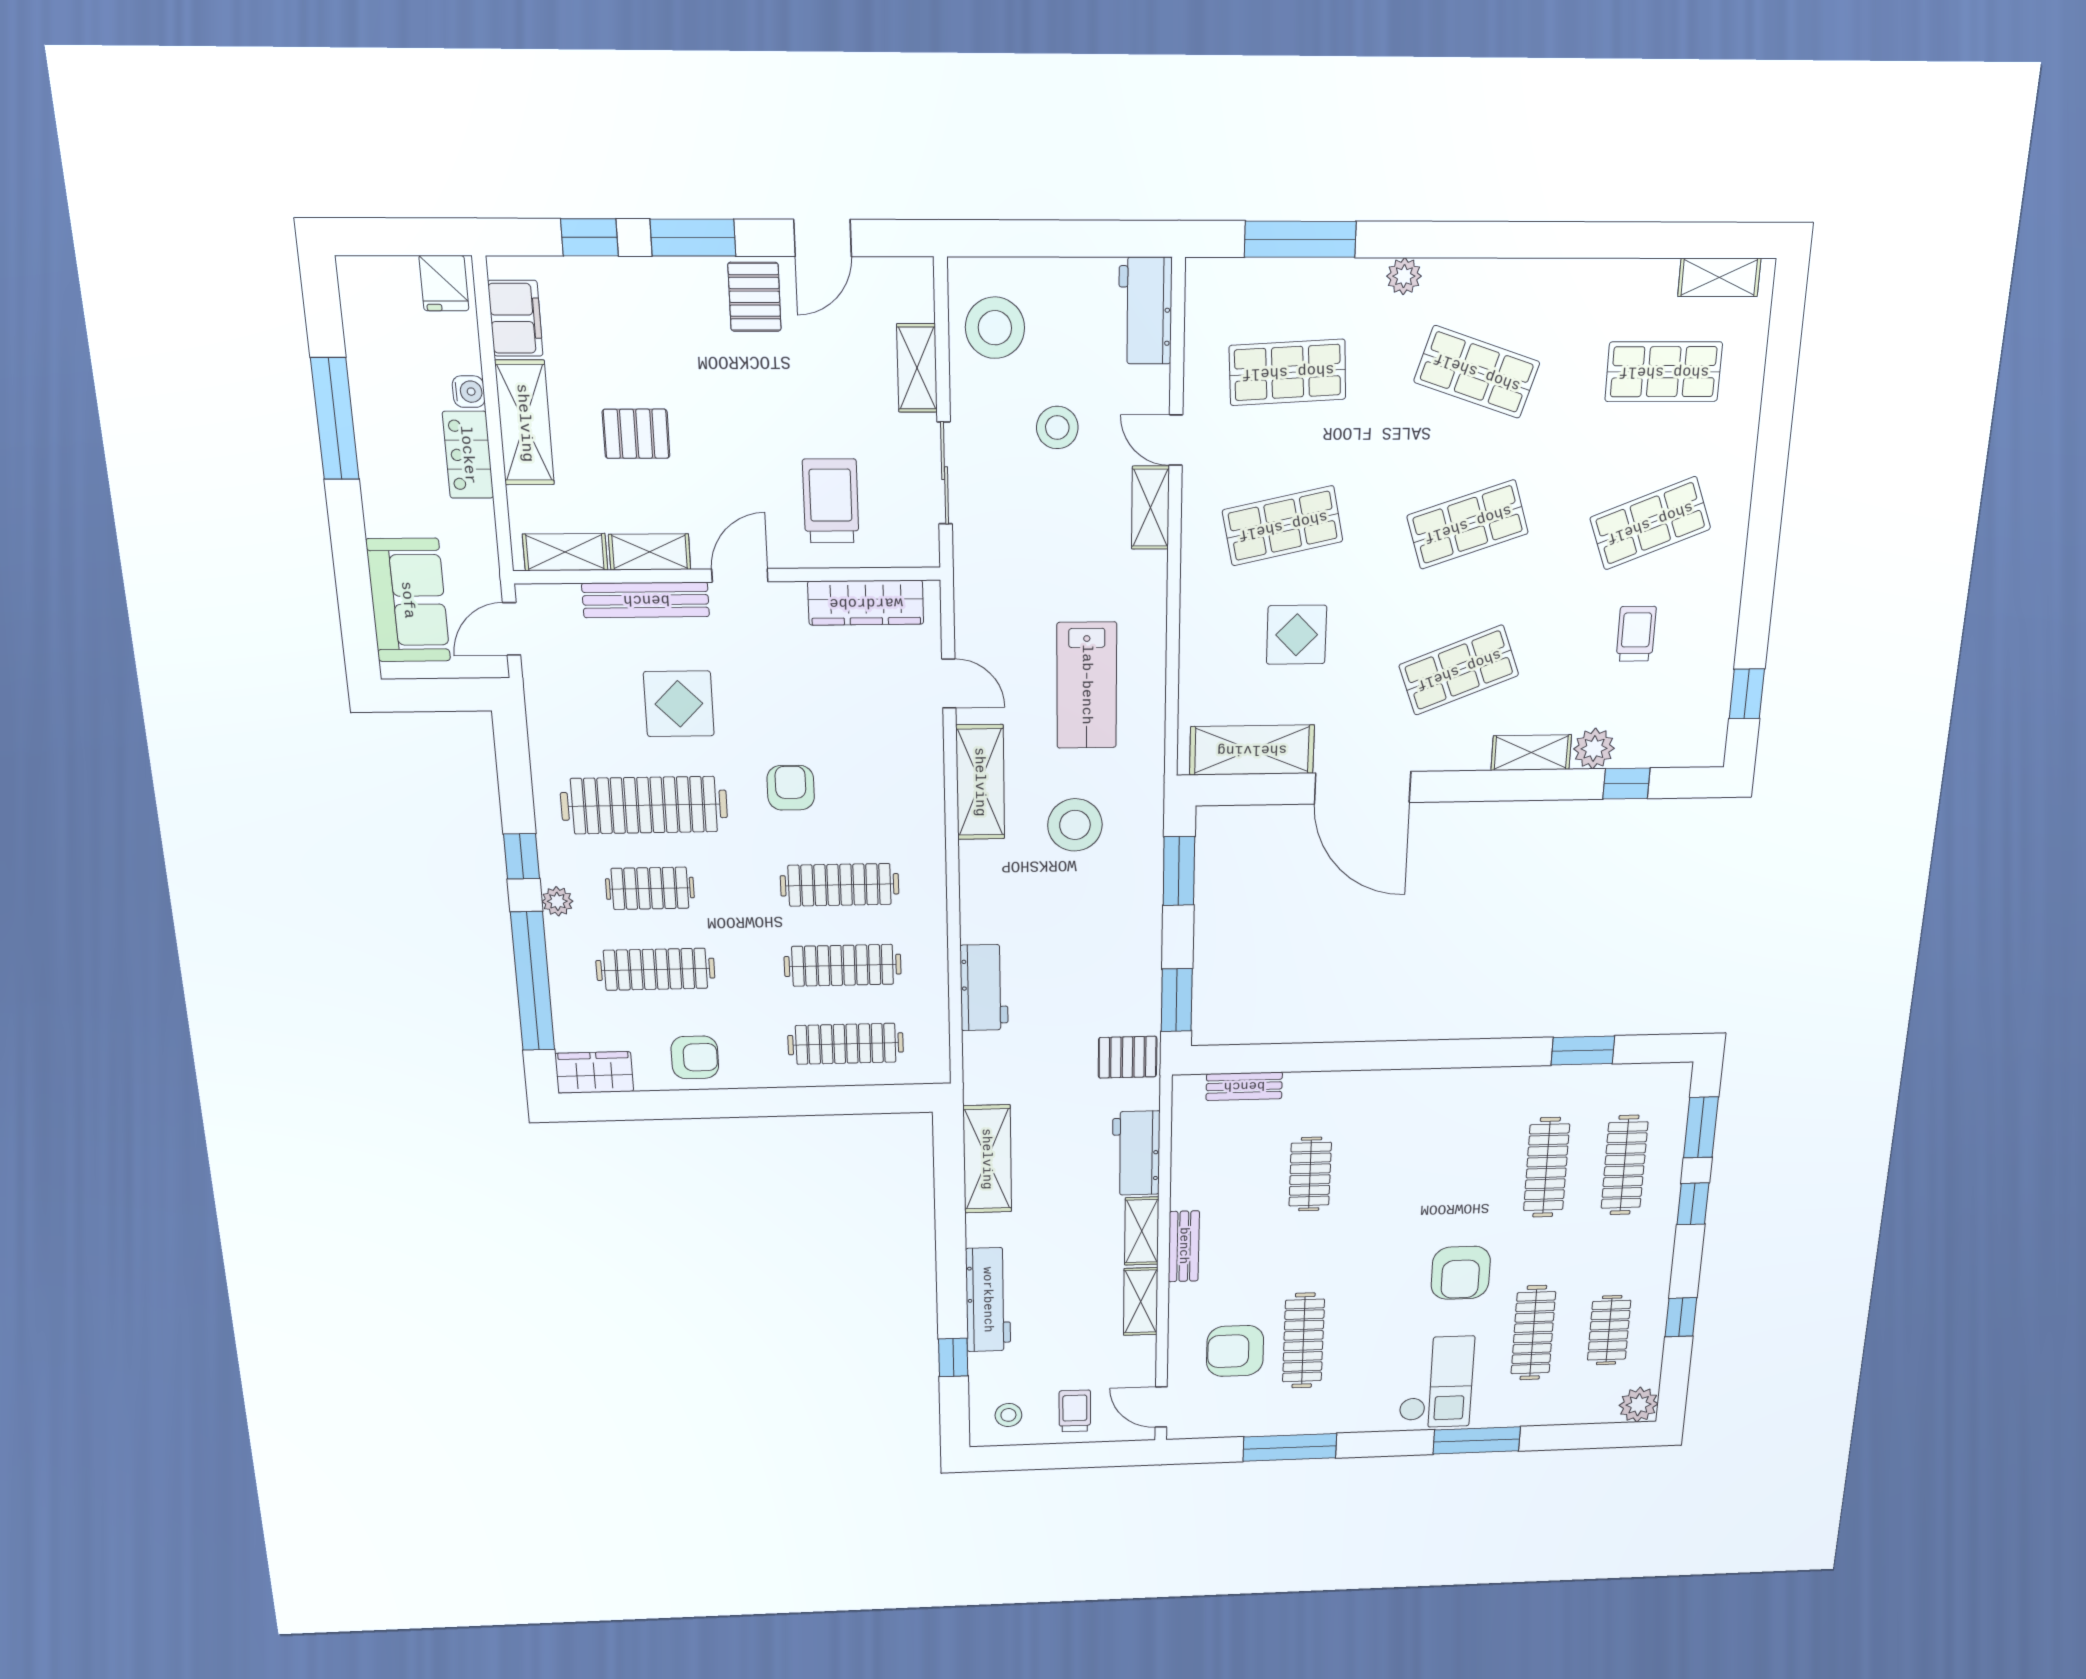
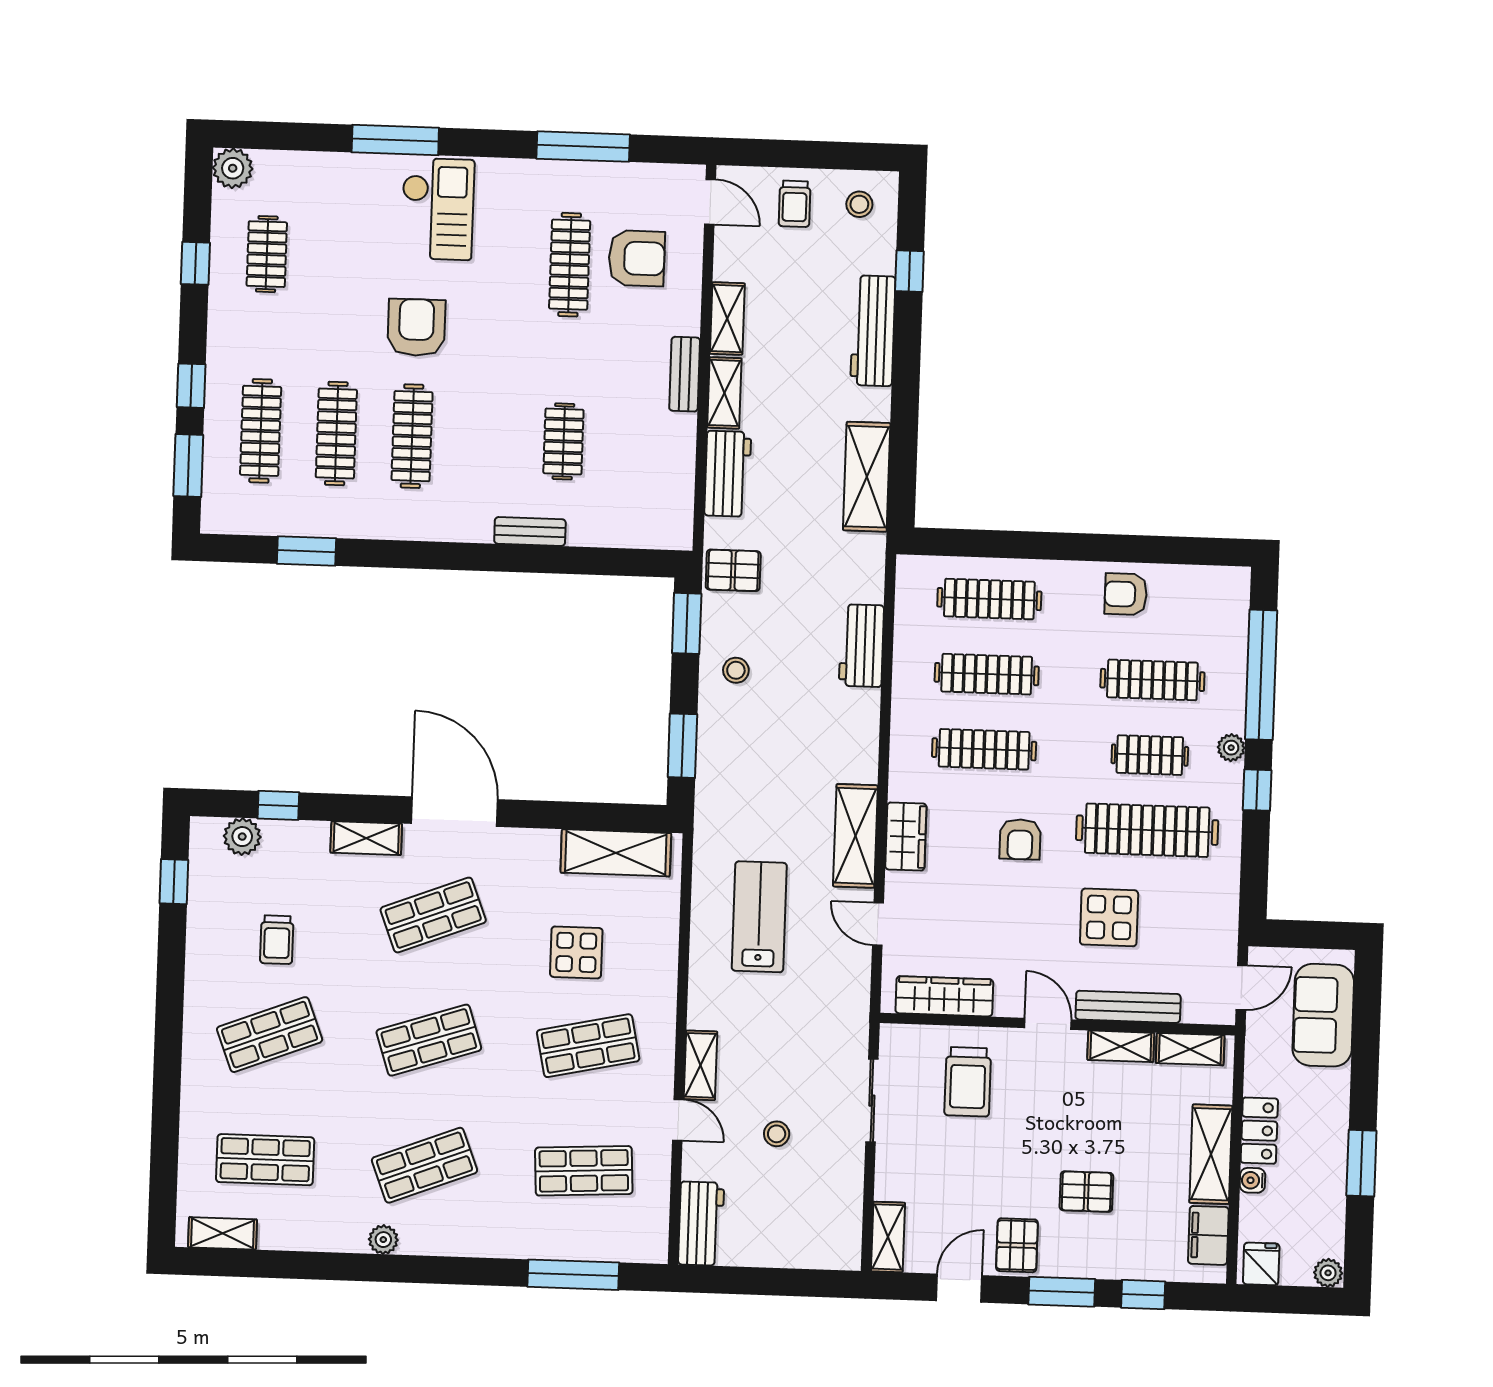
plant: (357, 274) -> (1328, 1273), added
plant: (1404, 276) -> (383, 1240), moved
stool: (995, 328) -> (825, 1215), removed
shelving: (917, 368) -> (888, 1237), moved
shop shelf: (1477, 372) -> (424, 1165), turned -39
window: (335, 419) -> (1361, 1163), width x0.69
stool: (1057, 427) -> (777, 1134), width x0.73, depth x0.73
pallet: (636, 434) -> (1086, 1192), moved
door: (740, 575) -> (1048, 1024), swing flipped
plant: (1594, 749) -> (242, 837), moved
door: (1363, 788) -> (455, 812), moved
stool: (1075, 825) -> (736, 670), moved, width x0.53, depth x0.53
wardrobe: (594, 1072) -> (906, 836), moved, turned -90
bench: (1244, 1086) -> (530, 532), moved
clothes rail: (1533, 1333) -> (412, 436), moved
checkout: (1436, 1382) -> (438, 209), turned 180

